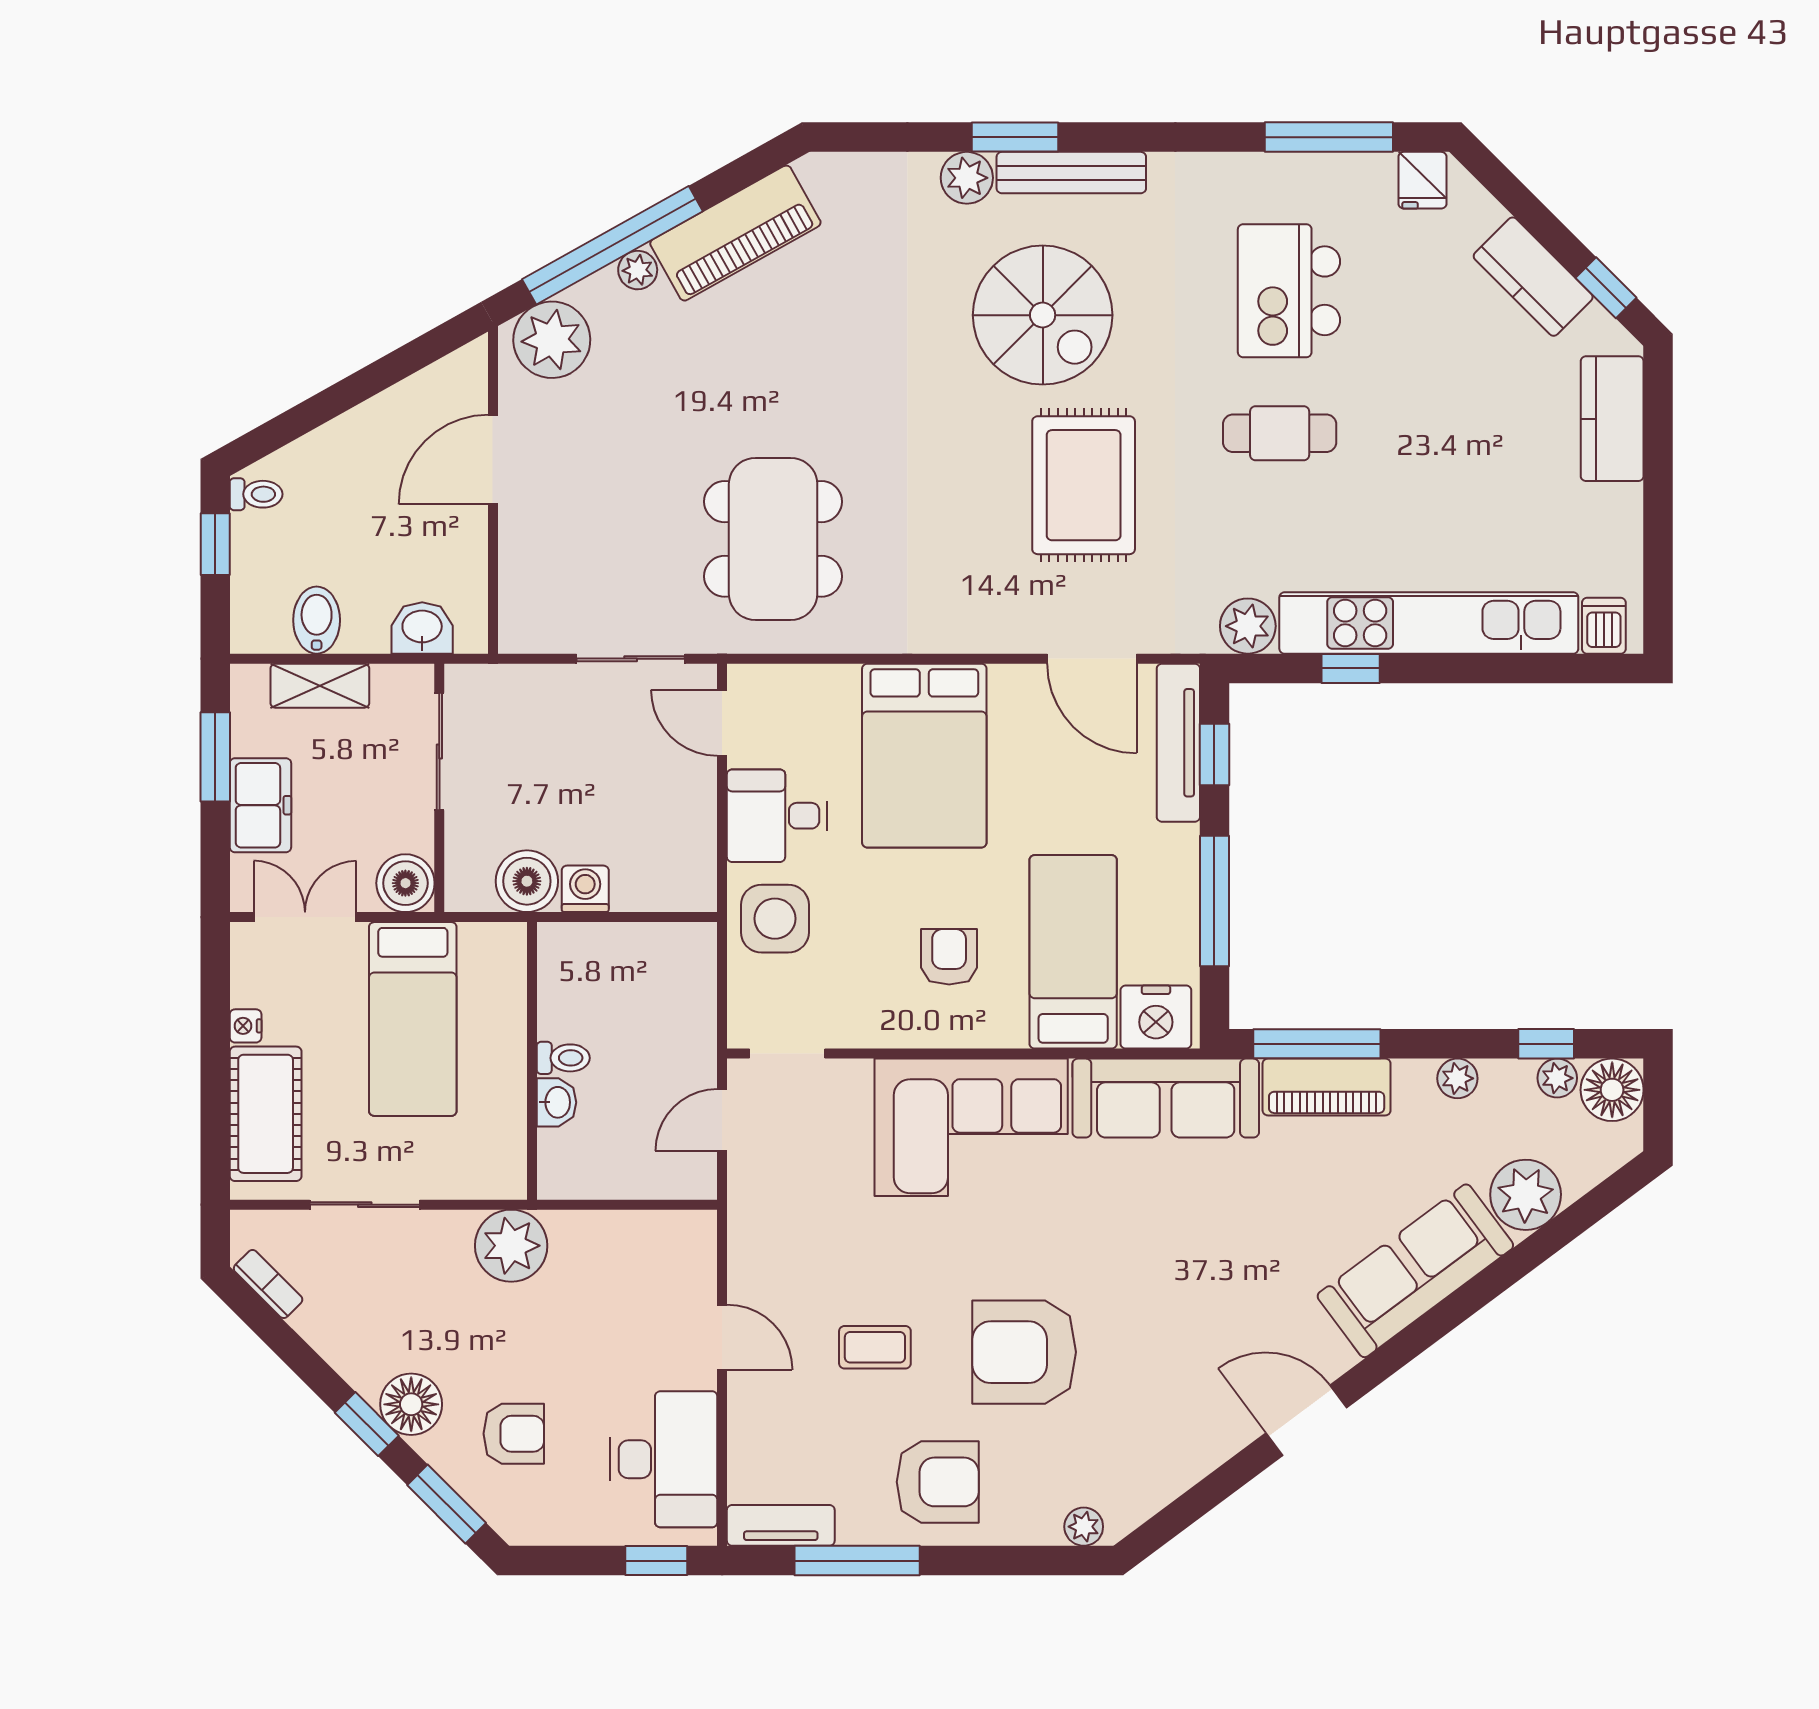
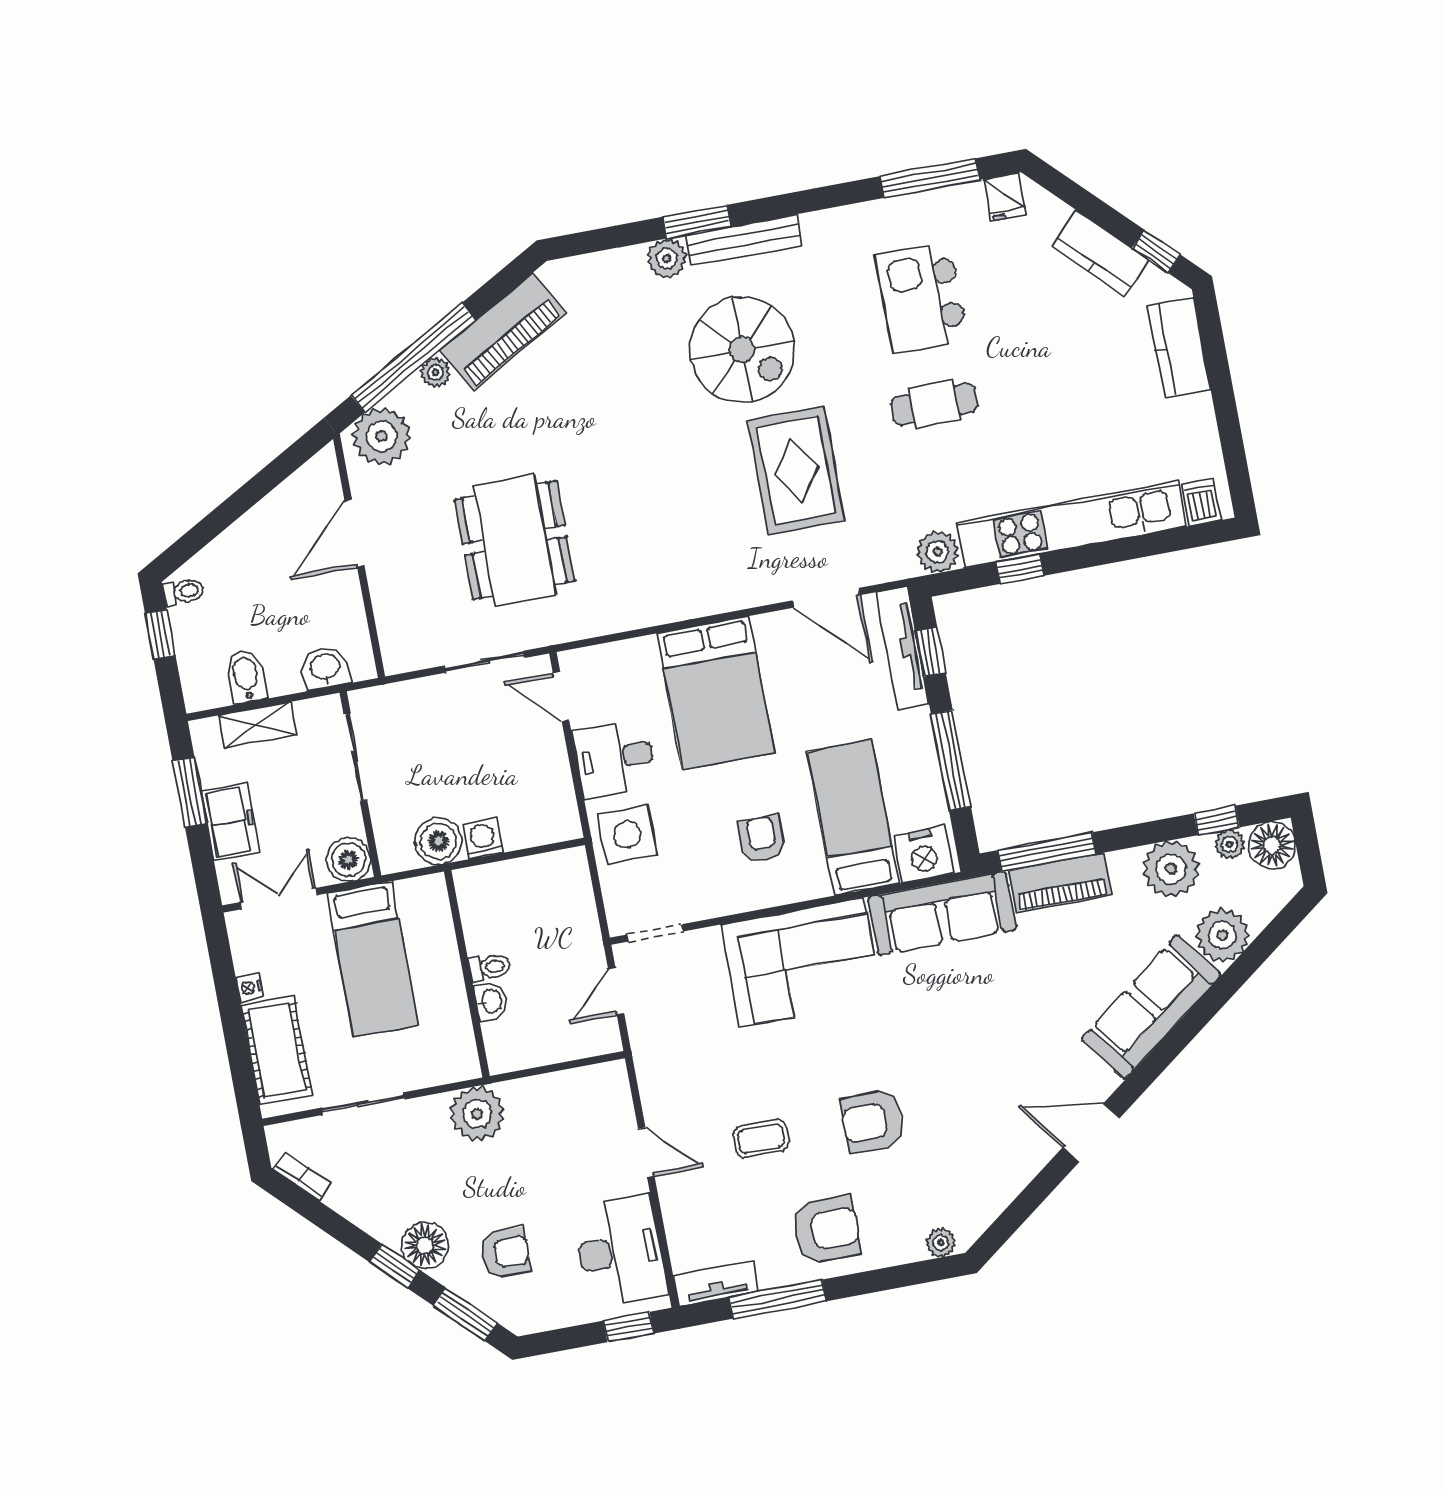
dining table: (773, 539) -> (515, 540), moved
plant: (1457, 1078) -> (1171, 869), width x1.88, depth x1.88
armchair: (1024, 1352) -> (872, 1121), width x0.73, depth x0.73

